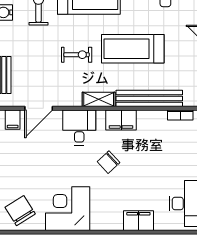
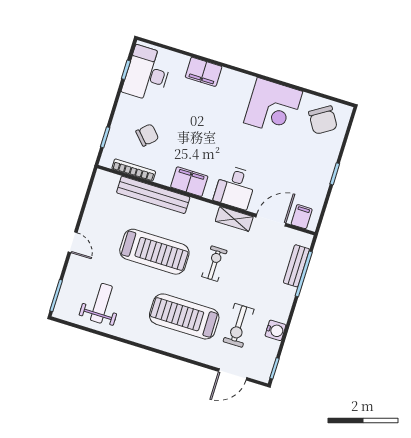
exercise bike: (77, 55) -> (214, 264), turned 90
shelving: (99, 99) -> (234, 219), moved
bookcase: (180, 115) -> (134, 170), width x1.56
chair: (108, 162) -> (147, 135), moved

